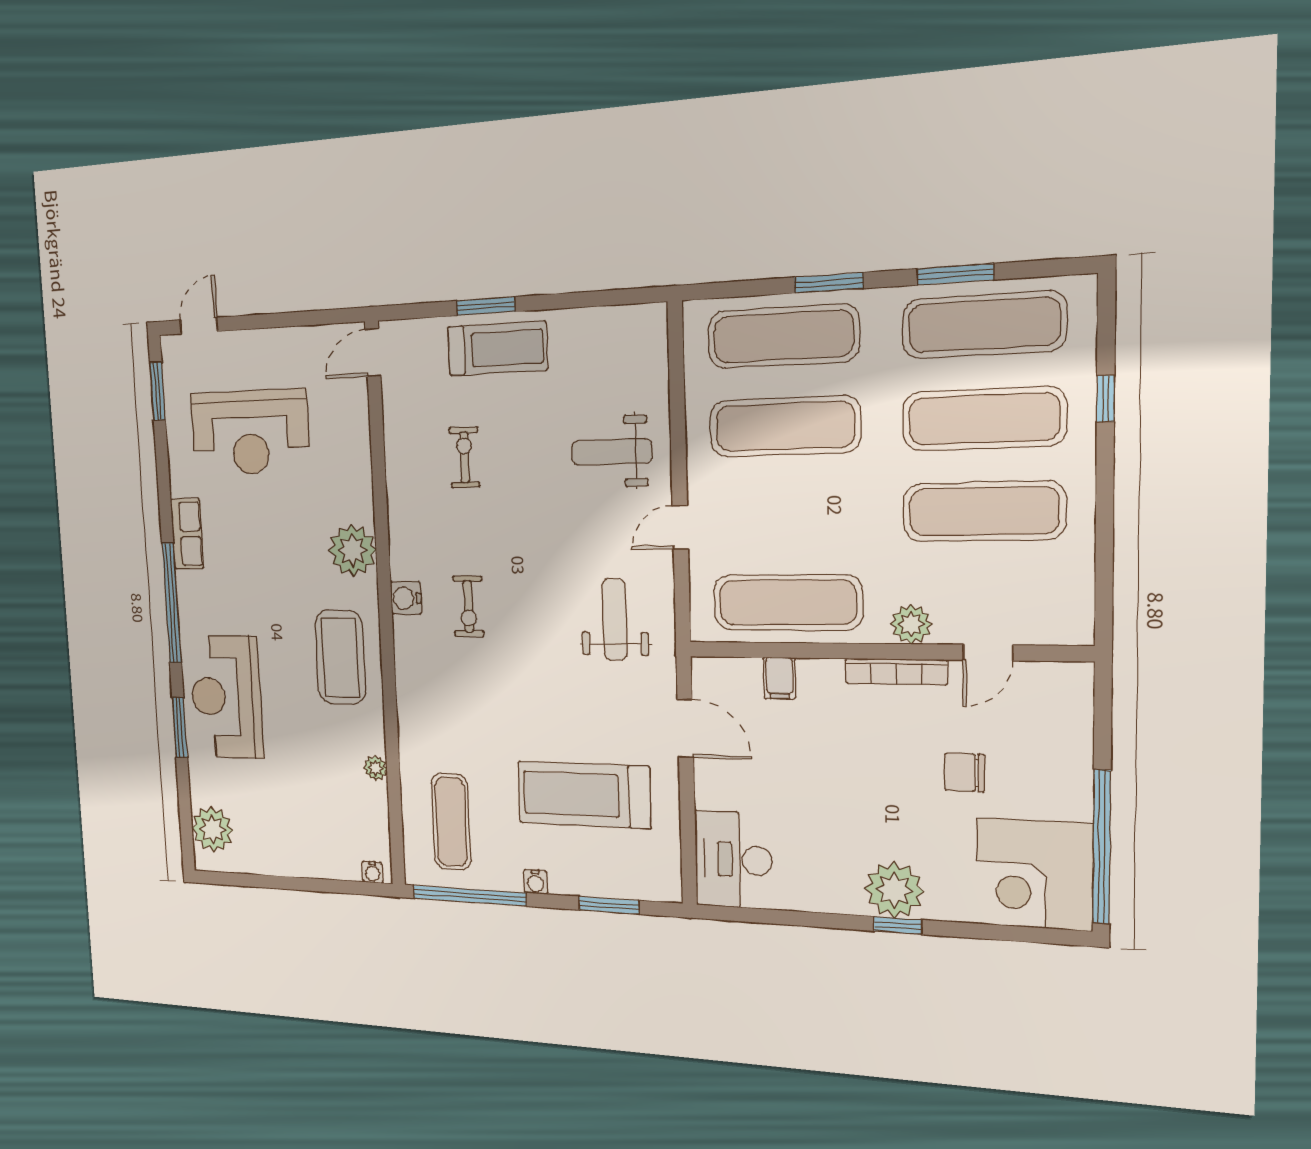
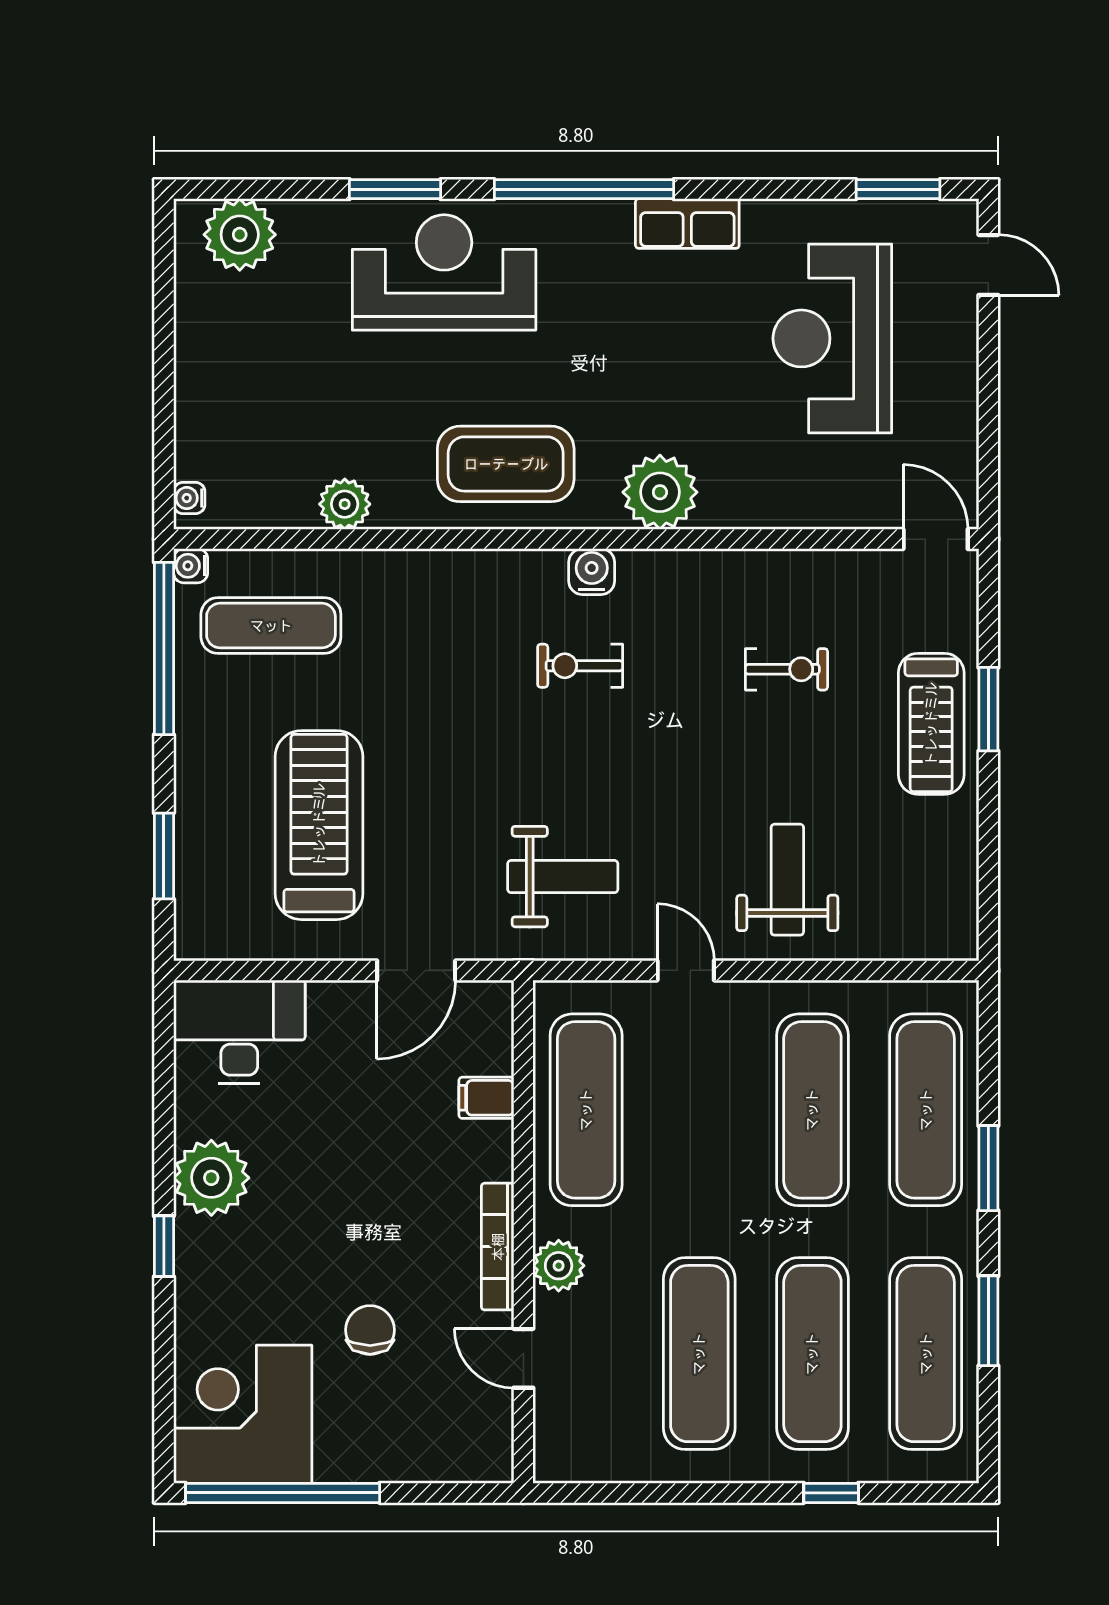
plant: (375, 768) -> (345, 504), width x1.38, depth x1.38
water cooler: (536, 882) -> (191, 566), moved
plant: (894, 890) -> (211, 1178), moved

